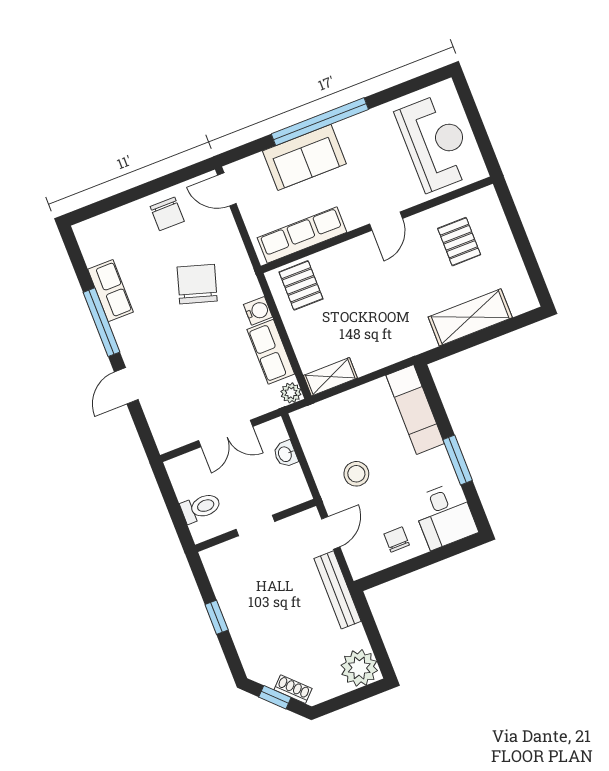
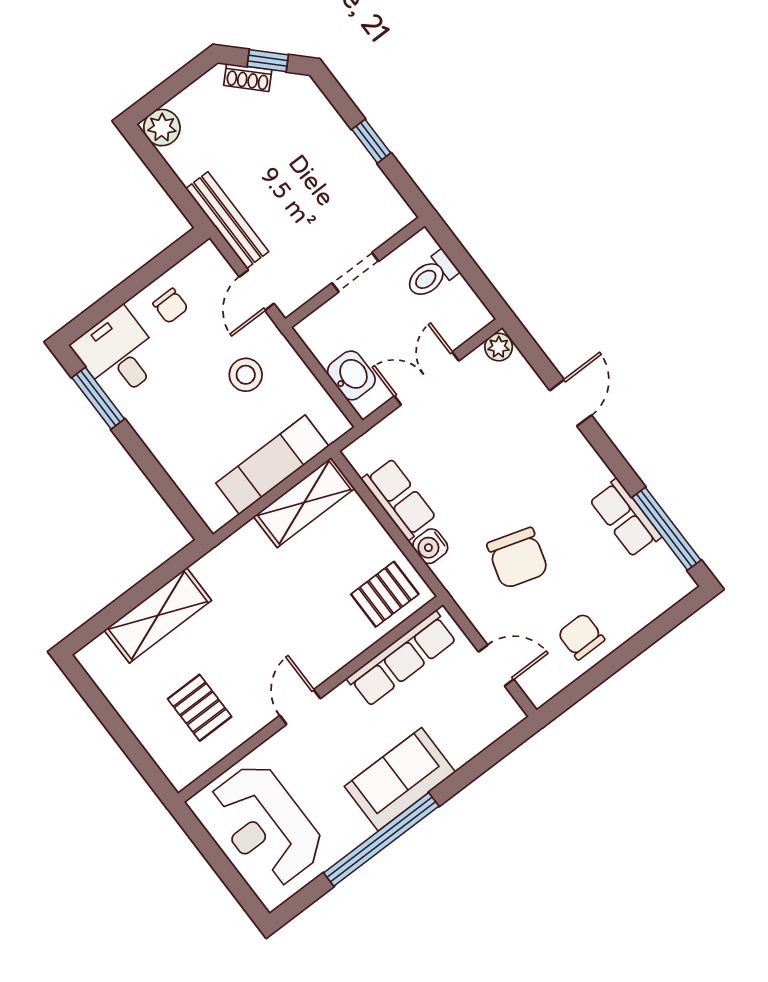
window: (320, 122) -> (381, 839), moved
sofa: (304, 157) -> (400, 779), moved
door: (227, 189) -> (496, 665), moved
pallet: (301, 285) -> (385, 594), turned 90
window: (102, 322) -> (666, 529), moved
shelving: (330, 377) -> (304, 502), width x1.50, depth x1.33
plant: (291, 393) -> (499, 347), moved
exam couch: (415, 409) -> (272, 465), moved, turned -90
washbasin: (285, 454) -> (351, 375), width x1.38, depth x1.45
window: (458, 460) -> (98, 398), moved
plant: (359, 668) -> (162, 128), width x0.73, depth x0.73

